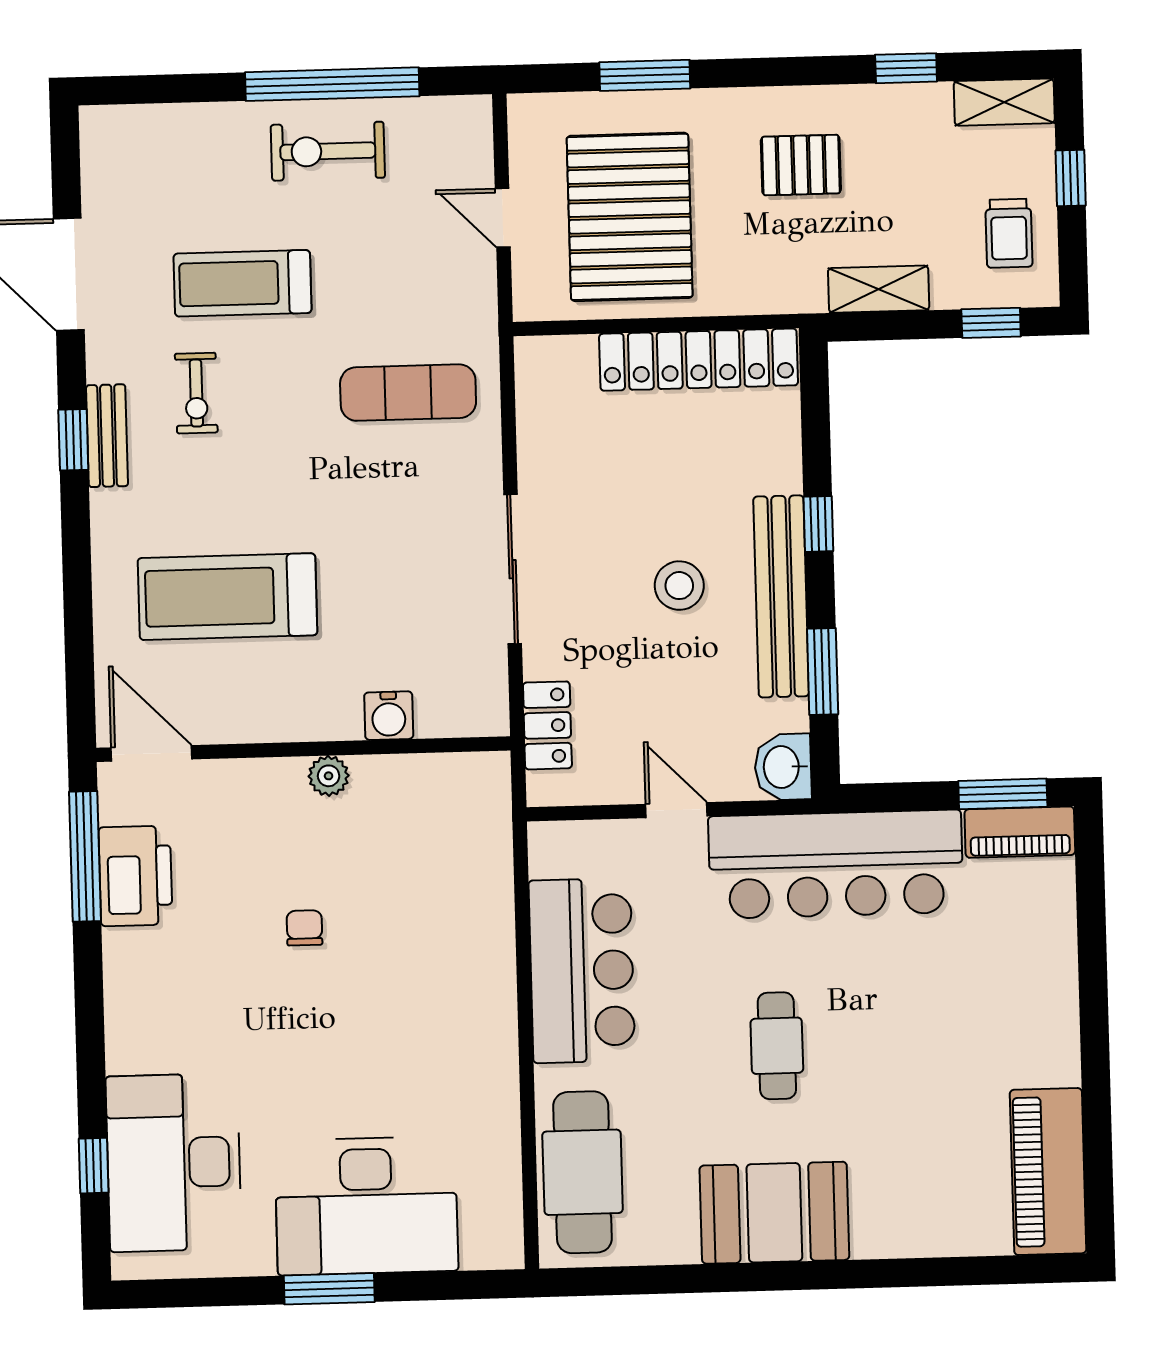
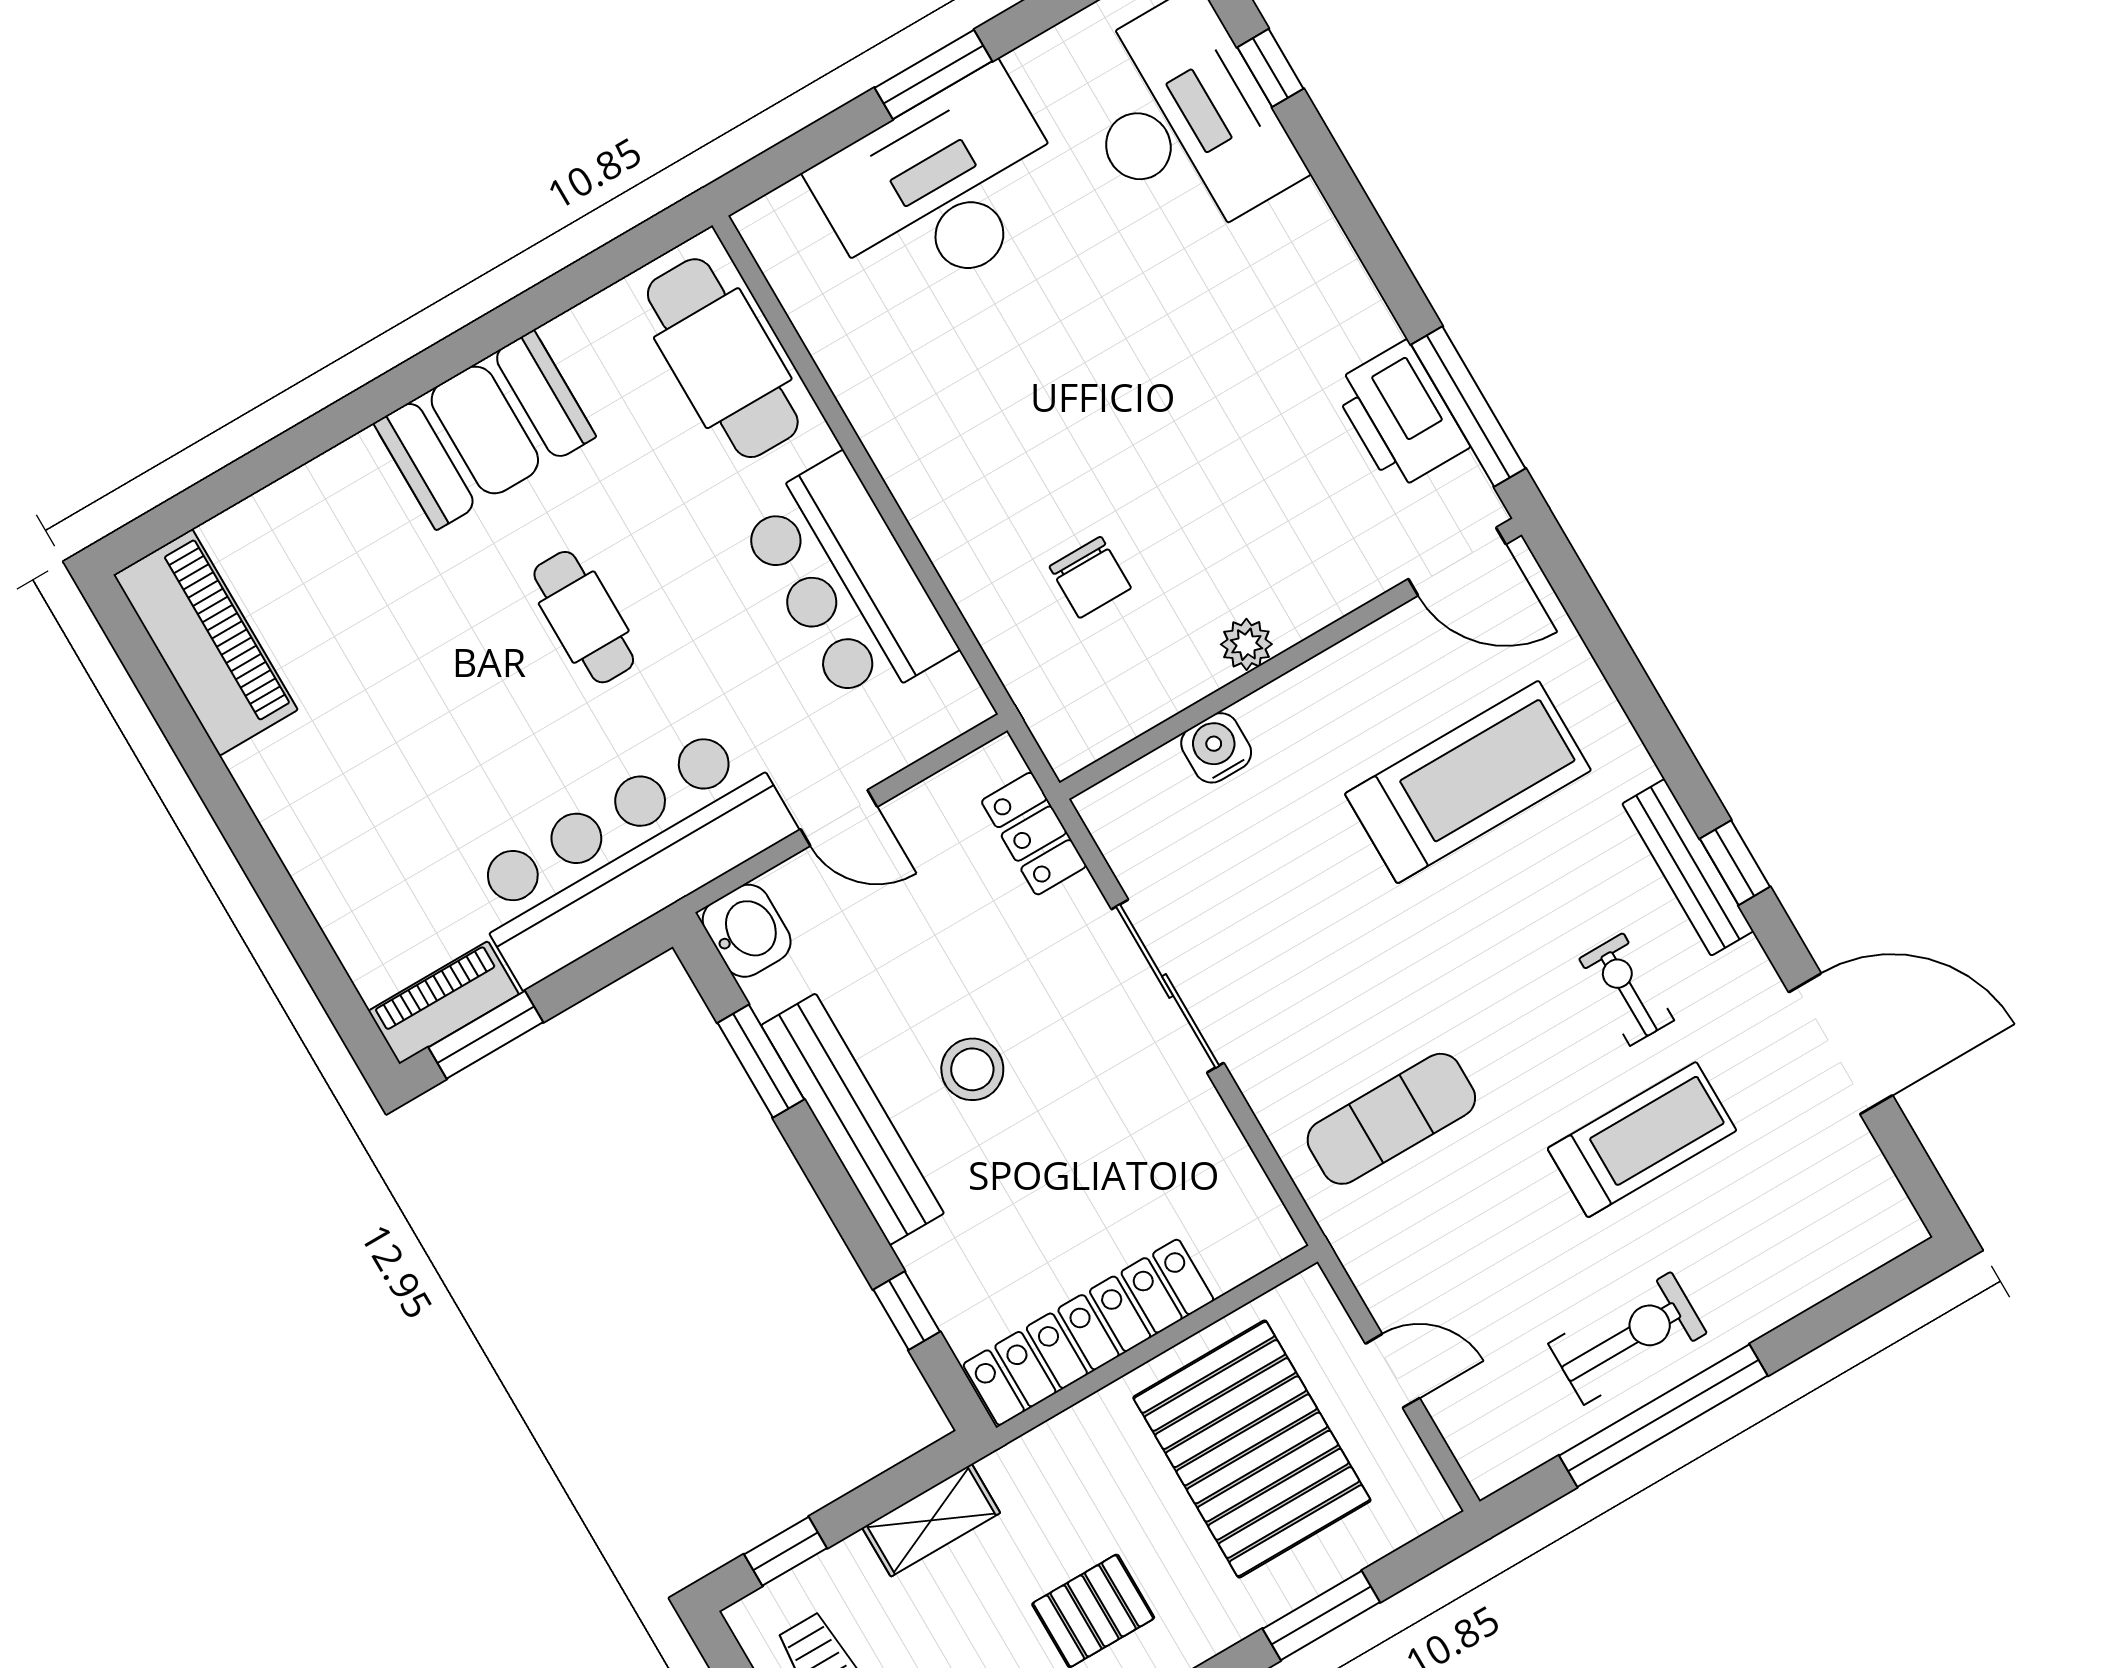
bench: (107, 436) -> (1688, 867), width x1.36
window: (818, 524) -> (907, 1311), moved
chair: (304, 928) -> (1090, 577), moved, width x1.37, depth x1.37

